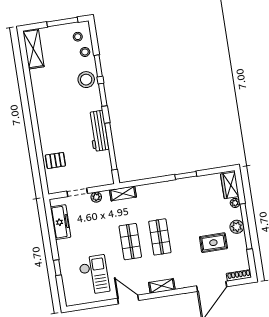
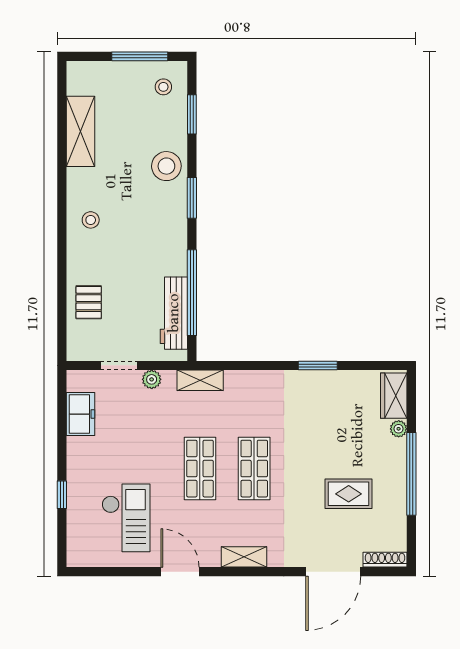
shelving: (33, 49) -> (81, 131), moved
stool: (85, 52) -> (91, 220), moved
window: (98, 66) -> (192, 114), moved
workbench: (98, 131) -> (174, 313), moved
pallet: (55, 160) -> (89, 302), turned 90
freezer: (61, 222) -> (80, 414), width x0.71
plant: (237, 227) -> (395, 472), removed

